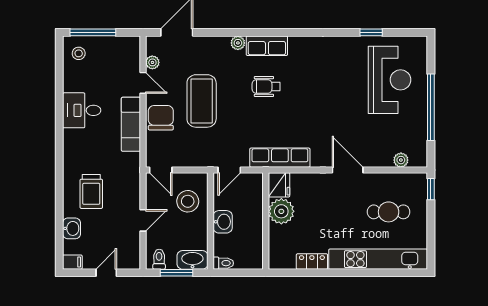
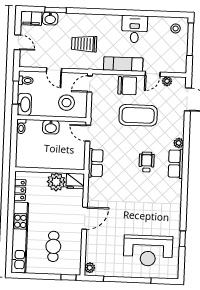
row of seats: (280, 158) -> (96, 163), width x0.68
plant: (401, 160) -> (90, 268), moved
fridge: (279, 185) -> (75, 181), moved
trolley: (91, 191) -> (84, 44), moved
plant: (281, 211) -> (56, 182), moved
window: (59, 221) -> (56, 10), added
wall: (266, 221) -> (50, 171), moved
filing cabinet: (72, 262) -> (31, 18), width x2.00

